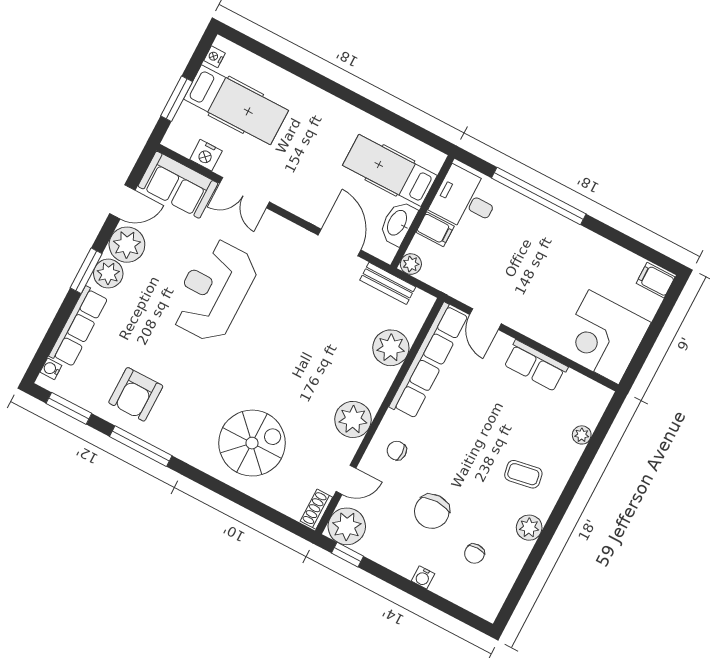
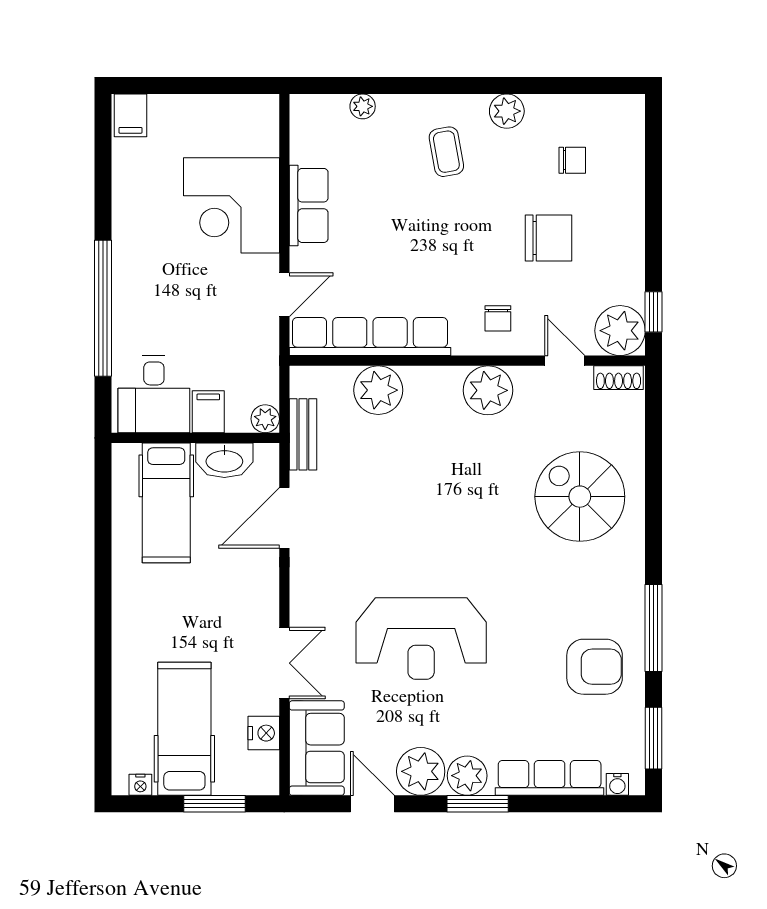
corner desk: (604, 337) -> (231, 205), moved, turned 90
water cooler: (423, 577) -> (633, 207), removed

